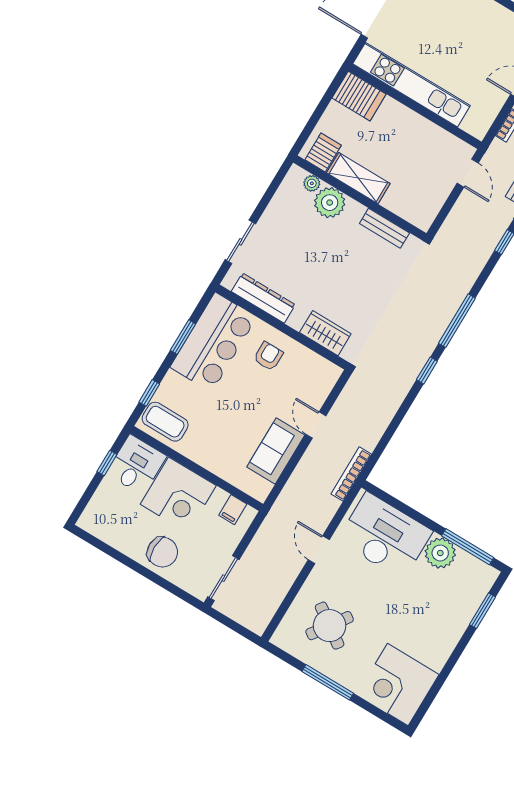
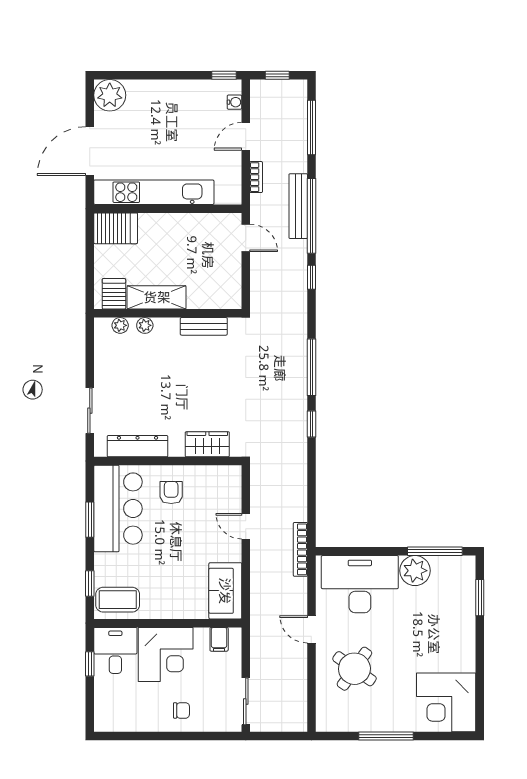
plant: (330, 203) -> (145, 325), width x0.53, depth x0.53
sofa: (276, 451) -> (225, 591), moved
chair: (162, 552) -> (181, 710), width x0.54, depth x0.54
round table: (330, 626) -> (354, 669), moved

